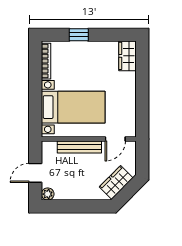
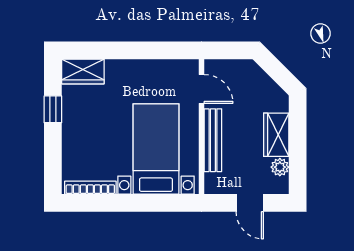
window: (79, 35) -> (53, 109), moved
wardrobe: (116, 182) -> (276, 135), moved, turned 45
plant: (48, 194) -> (280, 167), moved

